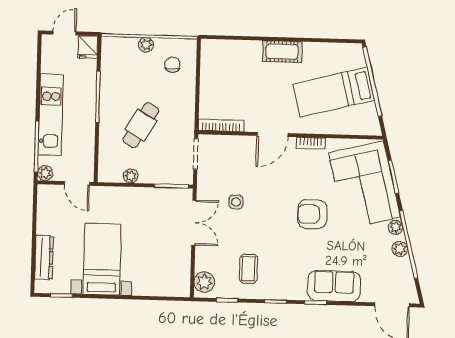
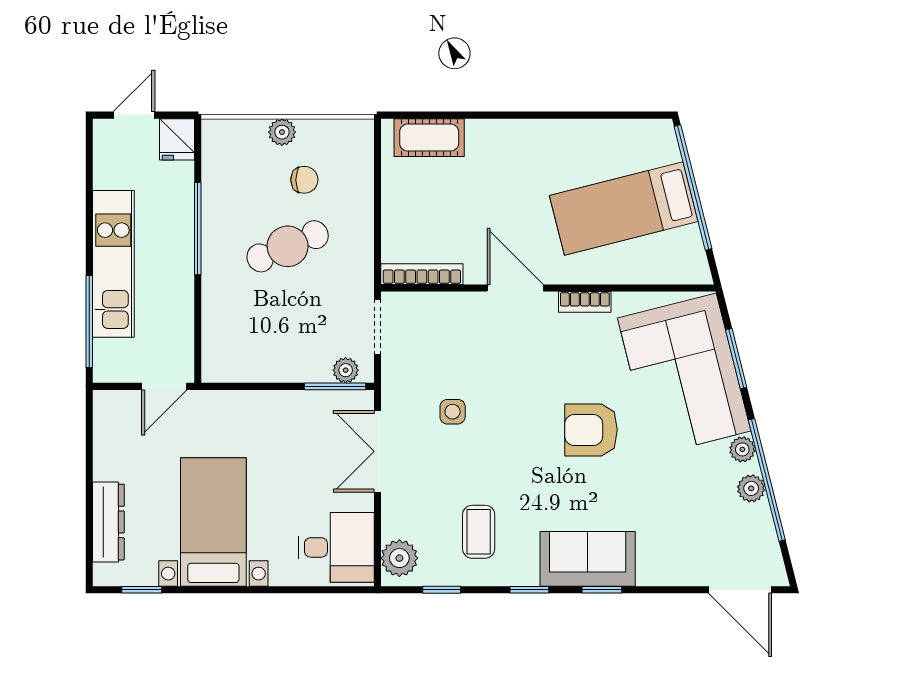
cot: (282, 52) -> (429, 138), moved
chair: (172, 65) -> (304, 180), moved, turned 90
cafe table: (141, 125) -> (288, 246), moved, turned 36
door: (272, 135) -> (515, 288), swing flipped
plant: (45, 173) -> (106, 369), removed
plant: (131, 176) -> (346, 370), moved
door: (77, 183) -> (164, 386), hinge flipped
double door: (194, 223) -> (377, 451), swing flipped
desk: (170, 275) -> (336, 547), added
sofa: (334, 286) -> (588, 559), moved

